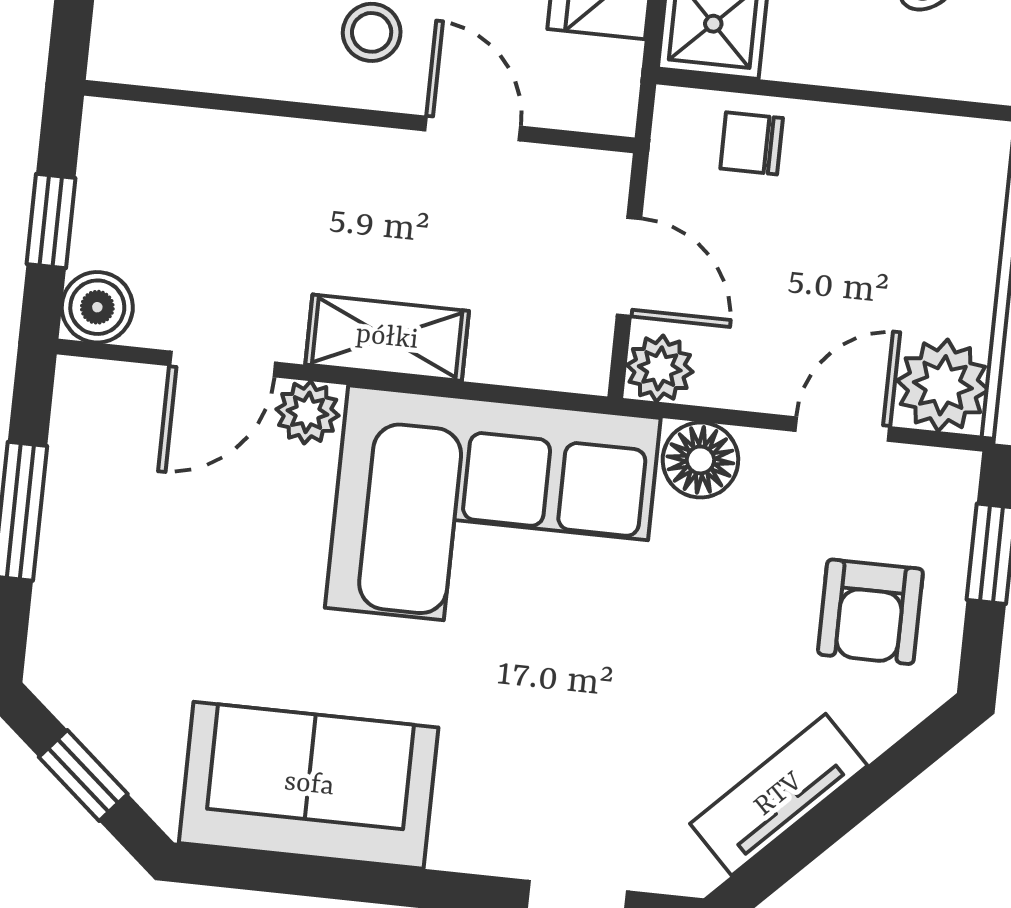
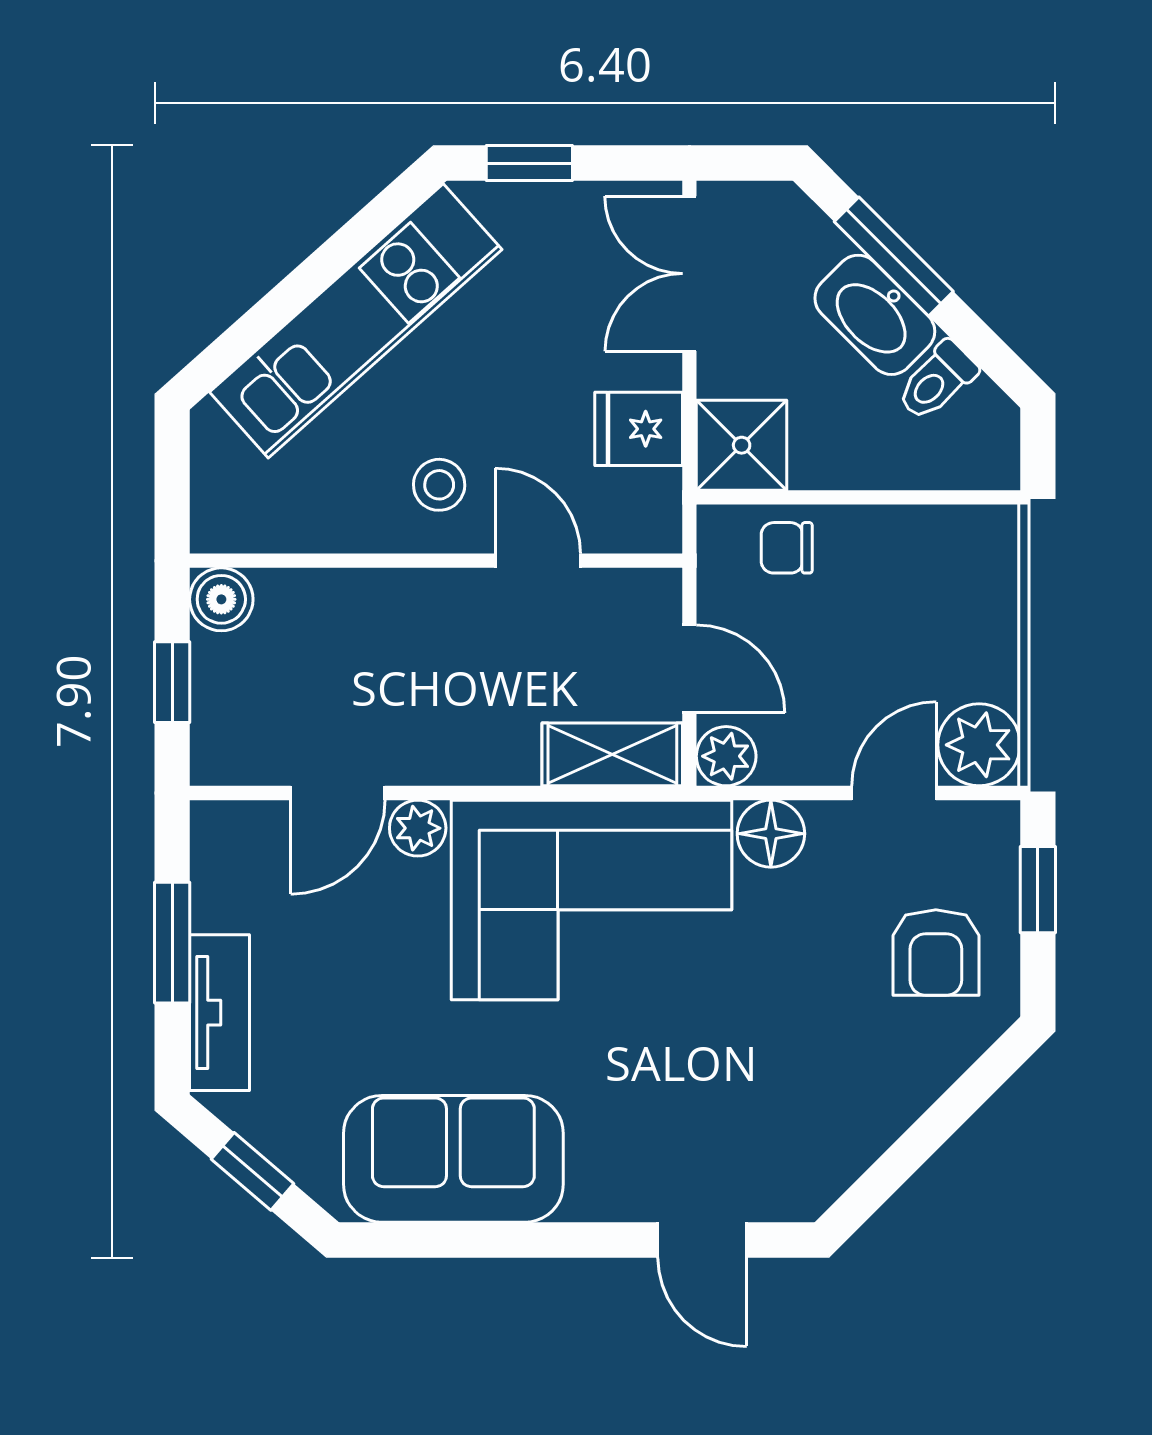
boiler: (97, 307) -> (221, 599), moved
shelving: (387, 338) -> (612, 754), moved
tv unit: (779, 795) -> (219, 1013), moved, turned 135

